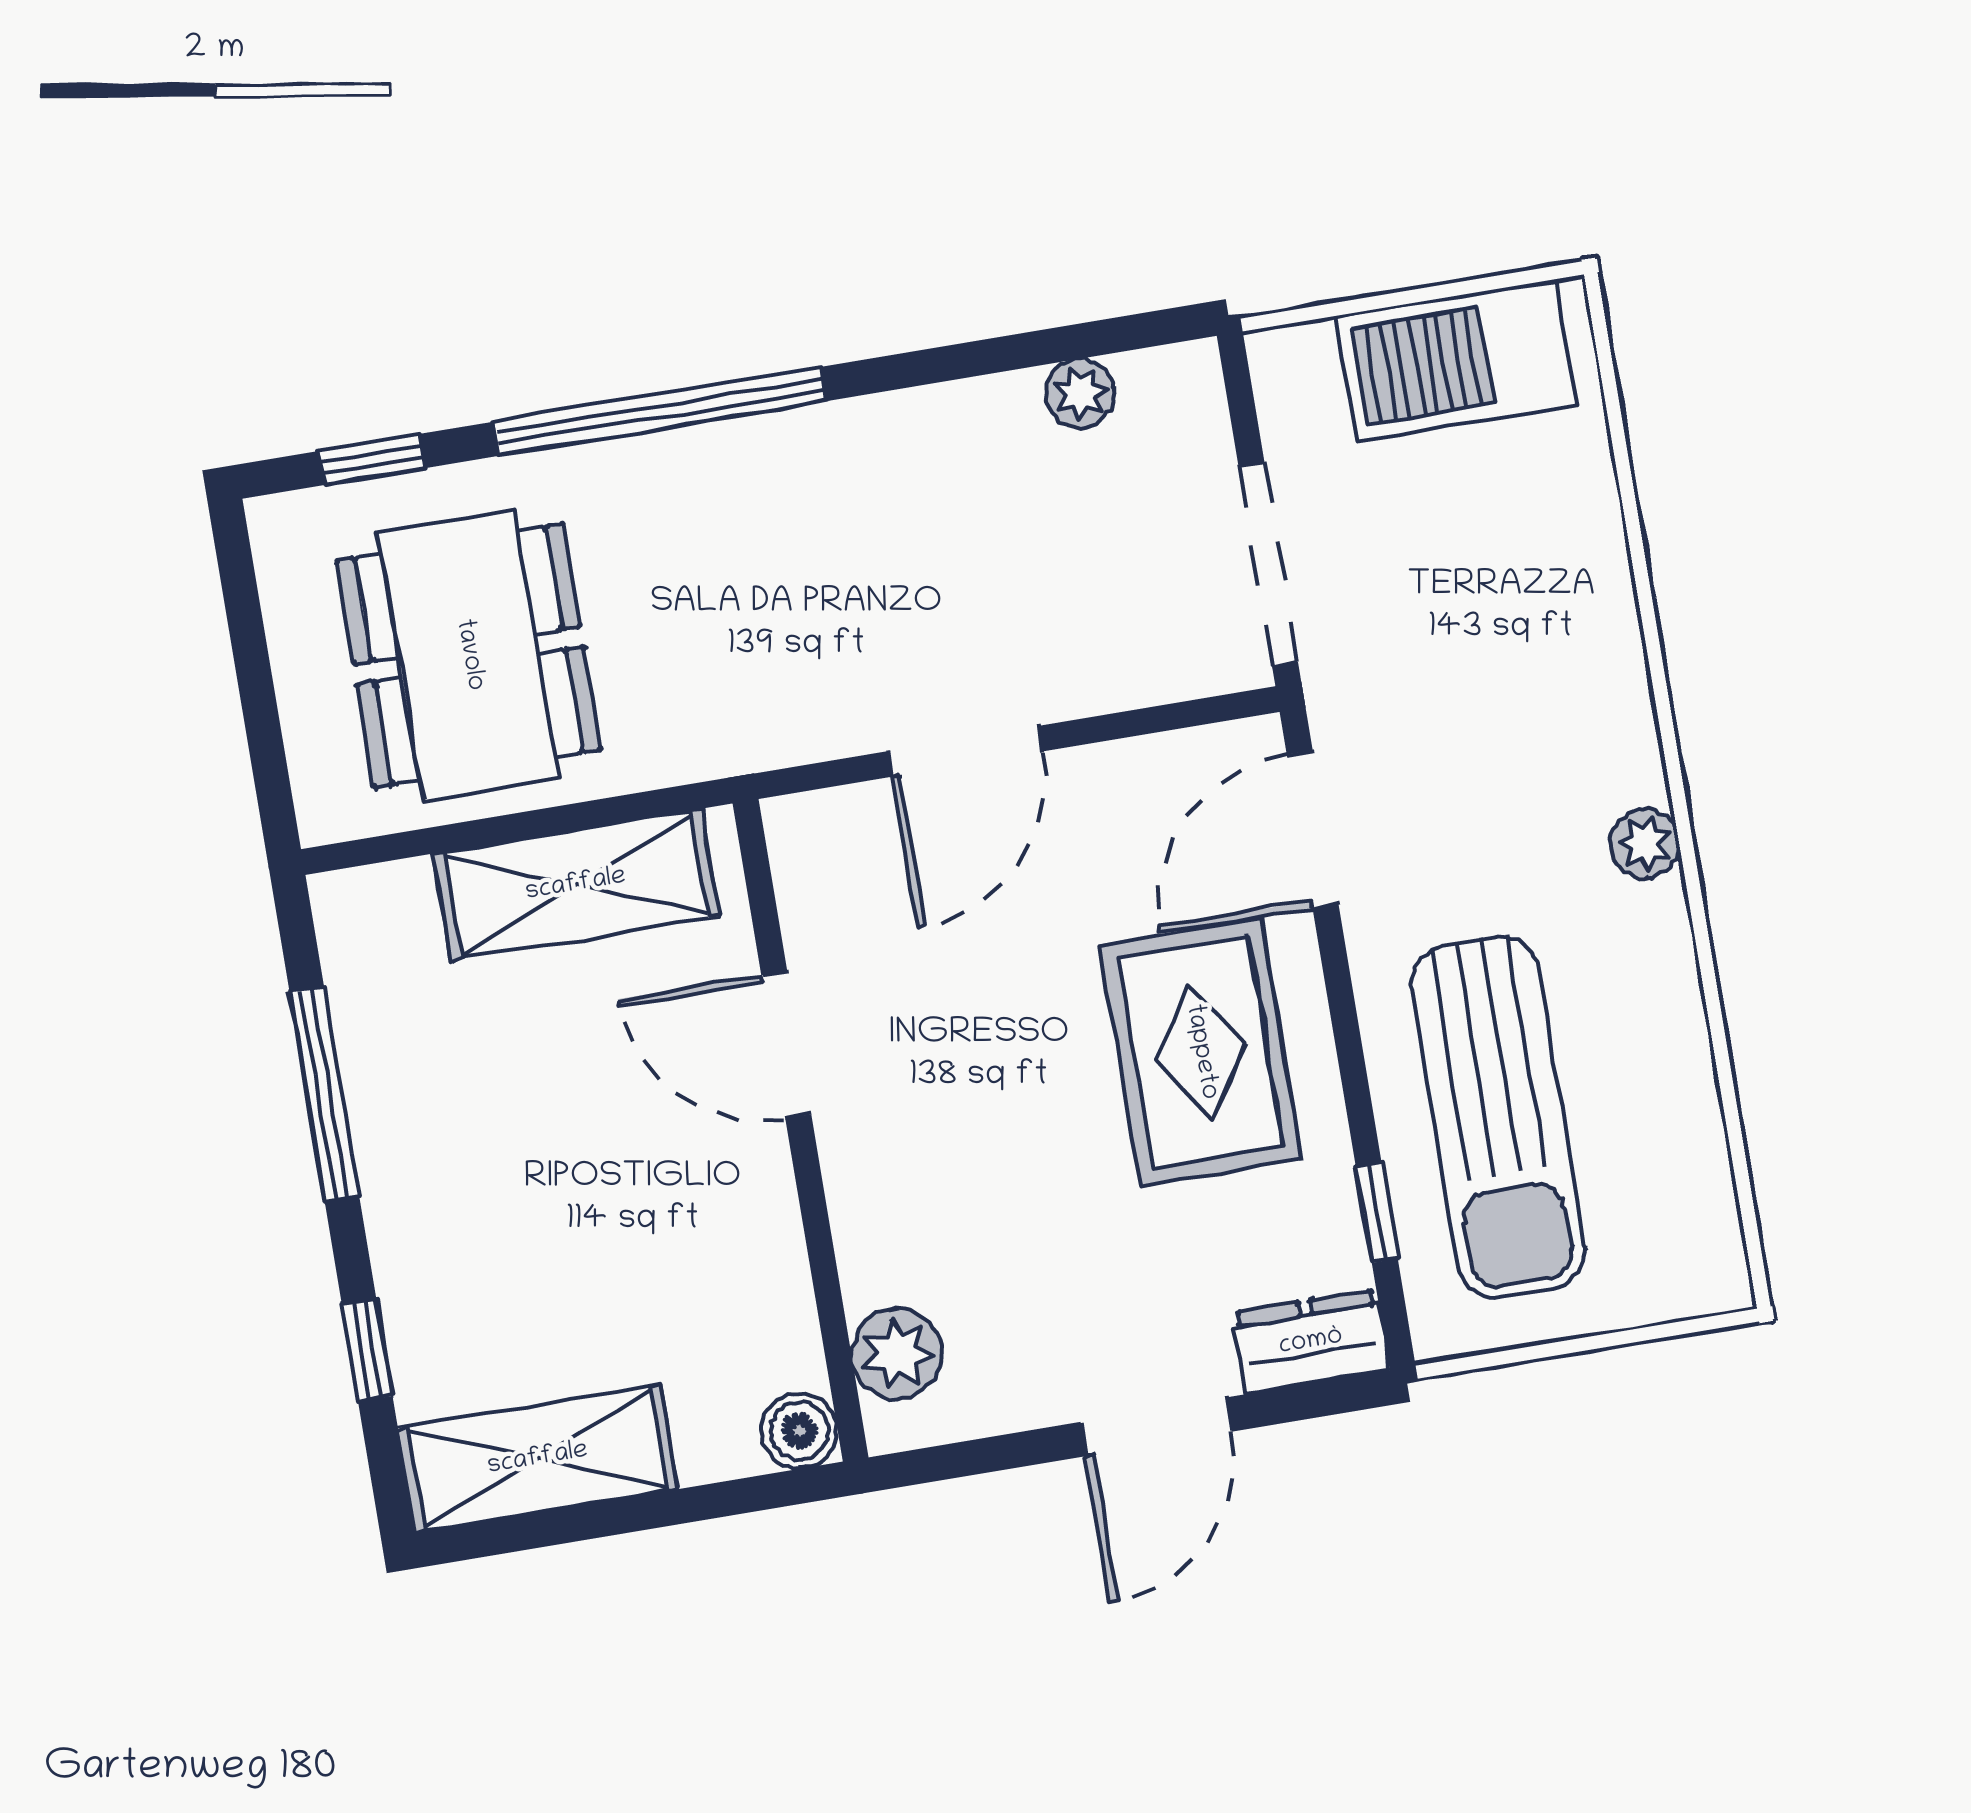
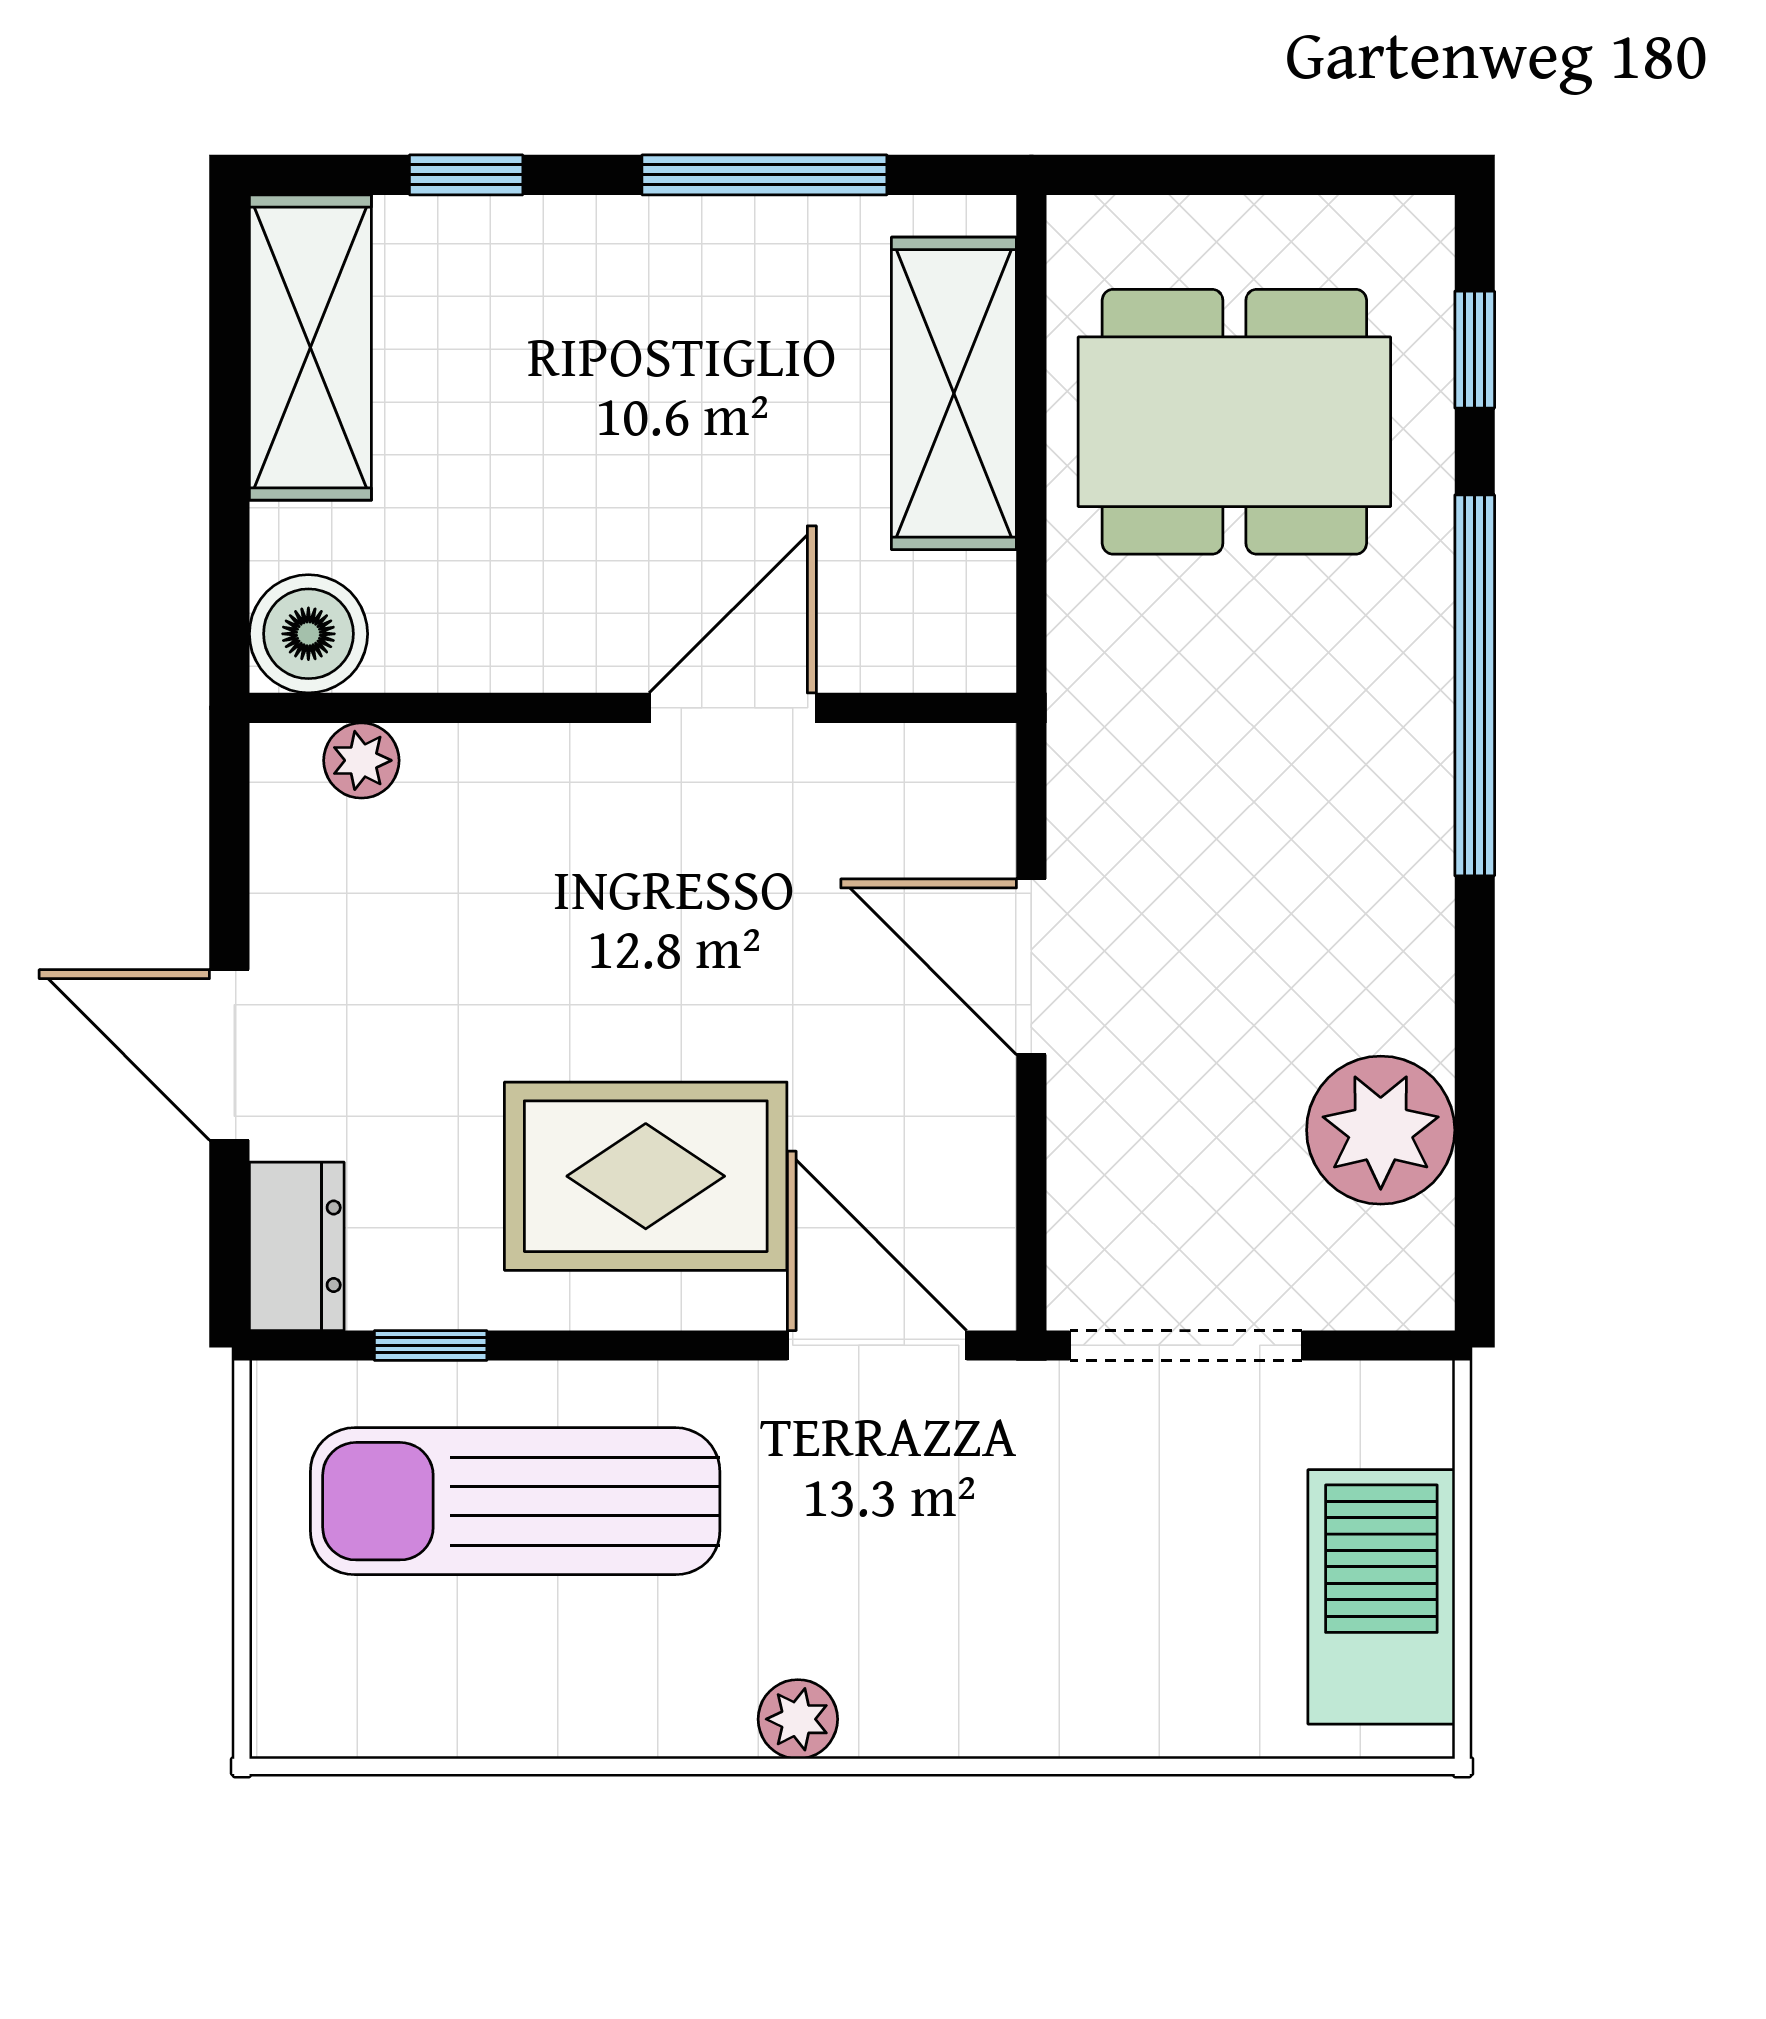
plant: (1080, 393) -> (1381, 1130), width x1.87, depth x1.87
shelving: (576, 885) -> (954, 393), moved
plant: (897, 1354) -> (361, 760), width x0.73, depth x0.73
boiler: (799, 1431) -> (308, 634), width x1.36, depth x1.36

